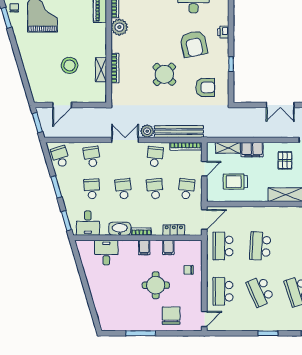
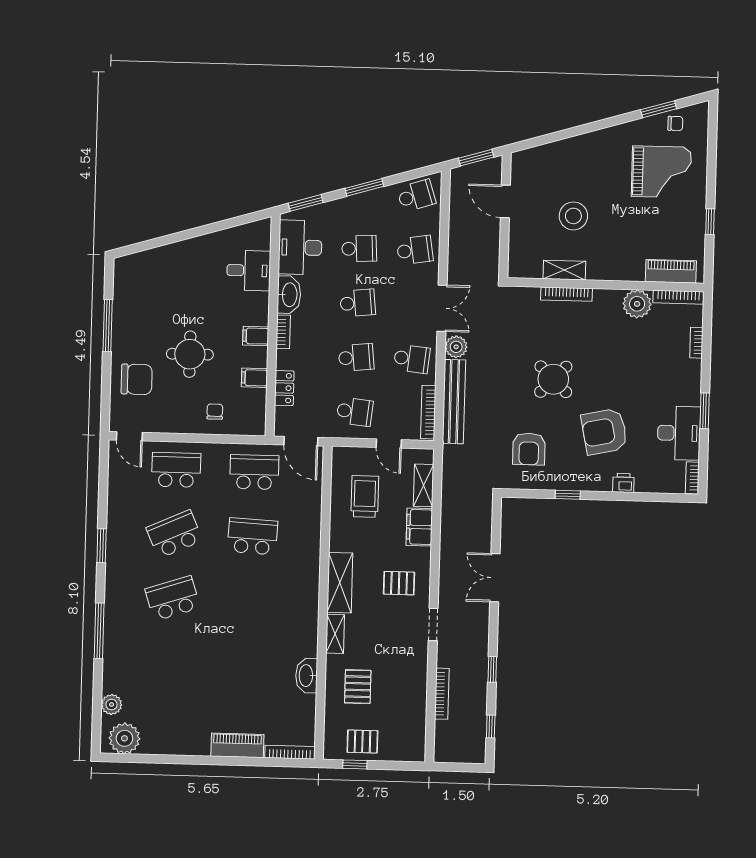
desk: (88, 223) -> (300, 247), width x1.37

